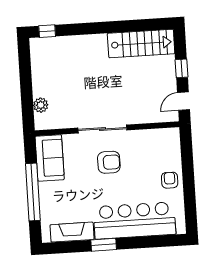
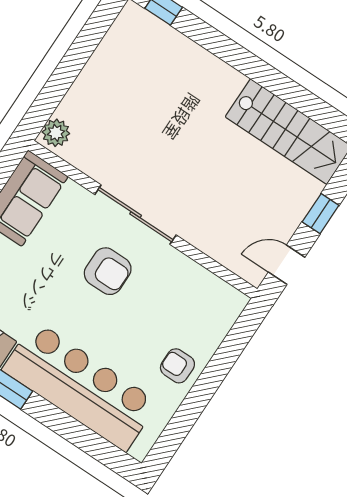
plant: (41, 105) -> (56, 133), moved
armchair: (170, 180) -> (177, 366), turned -90

